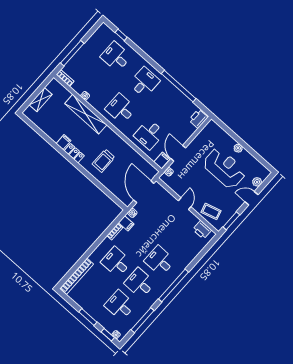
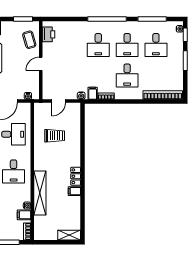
shelving: (41, 100) -> (69, 235), moved
filing cabinet: (162, 160) -> (24, 215), moved
trolley: (104, 161) -> (55, 136), moved
door: (144, 192) -> (59, 101), width x0.53

